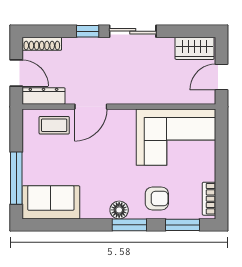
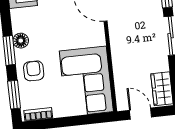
armchair: (157, 198) -> (34, 71), turned 180

